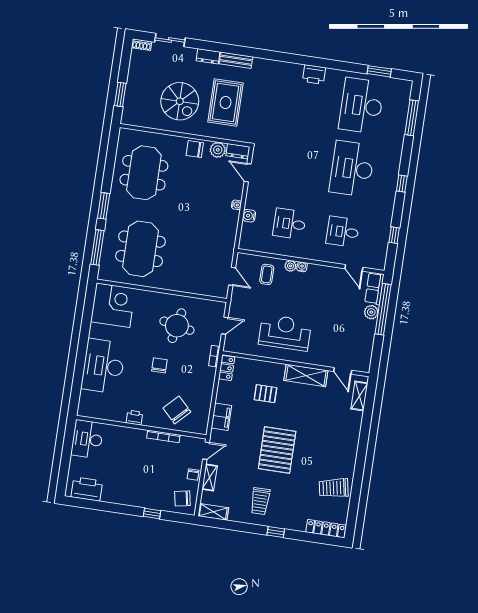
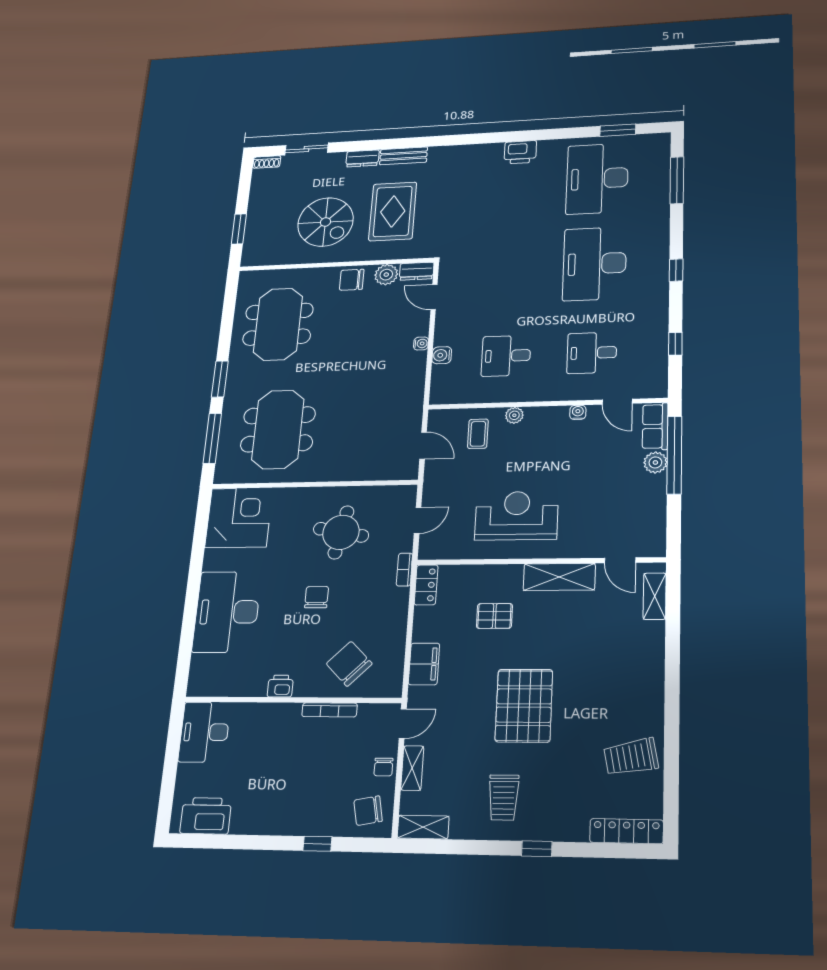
water cooler: (302, 267) -> (578, 412), moved

